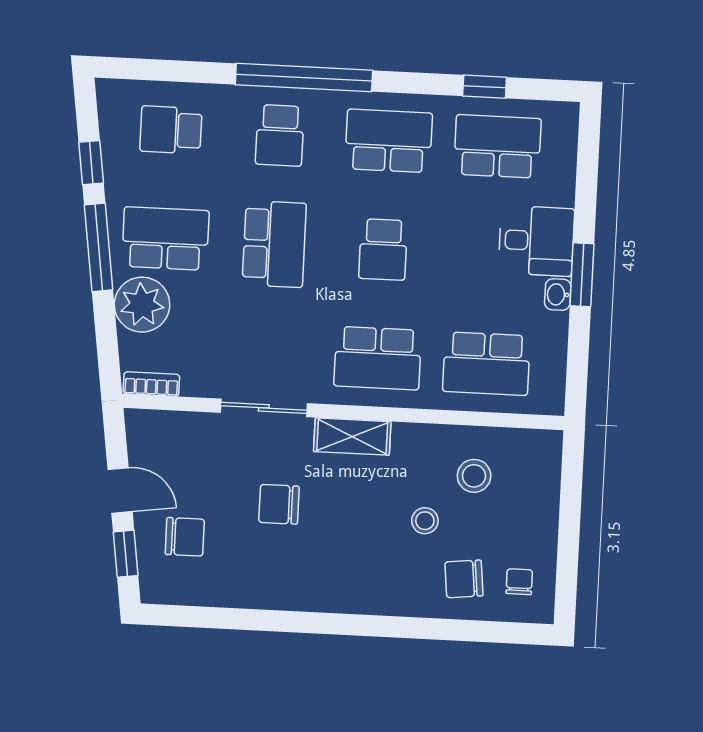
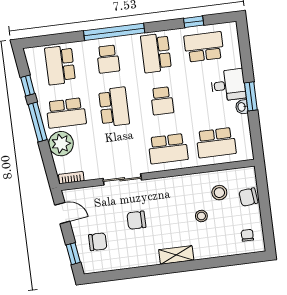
school desk: (171, 130) -> (60, 65), width x1.85
school desk: (389, 141) -> (156, 53), turned -90
school desk: (165, 238) -> (66, 113), turned 180
shelving: (352, 437) -> (176, 255), moved
door: (120, 490) -> (62, 213), moved
chair: (464, 579) -> (248, 197), moved

